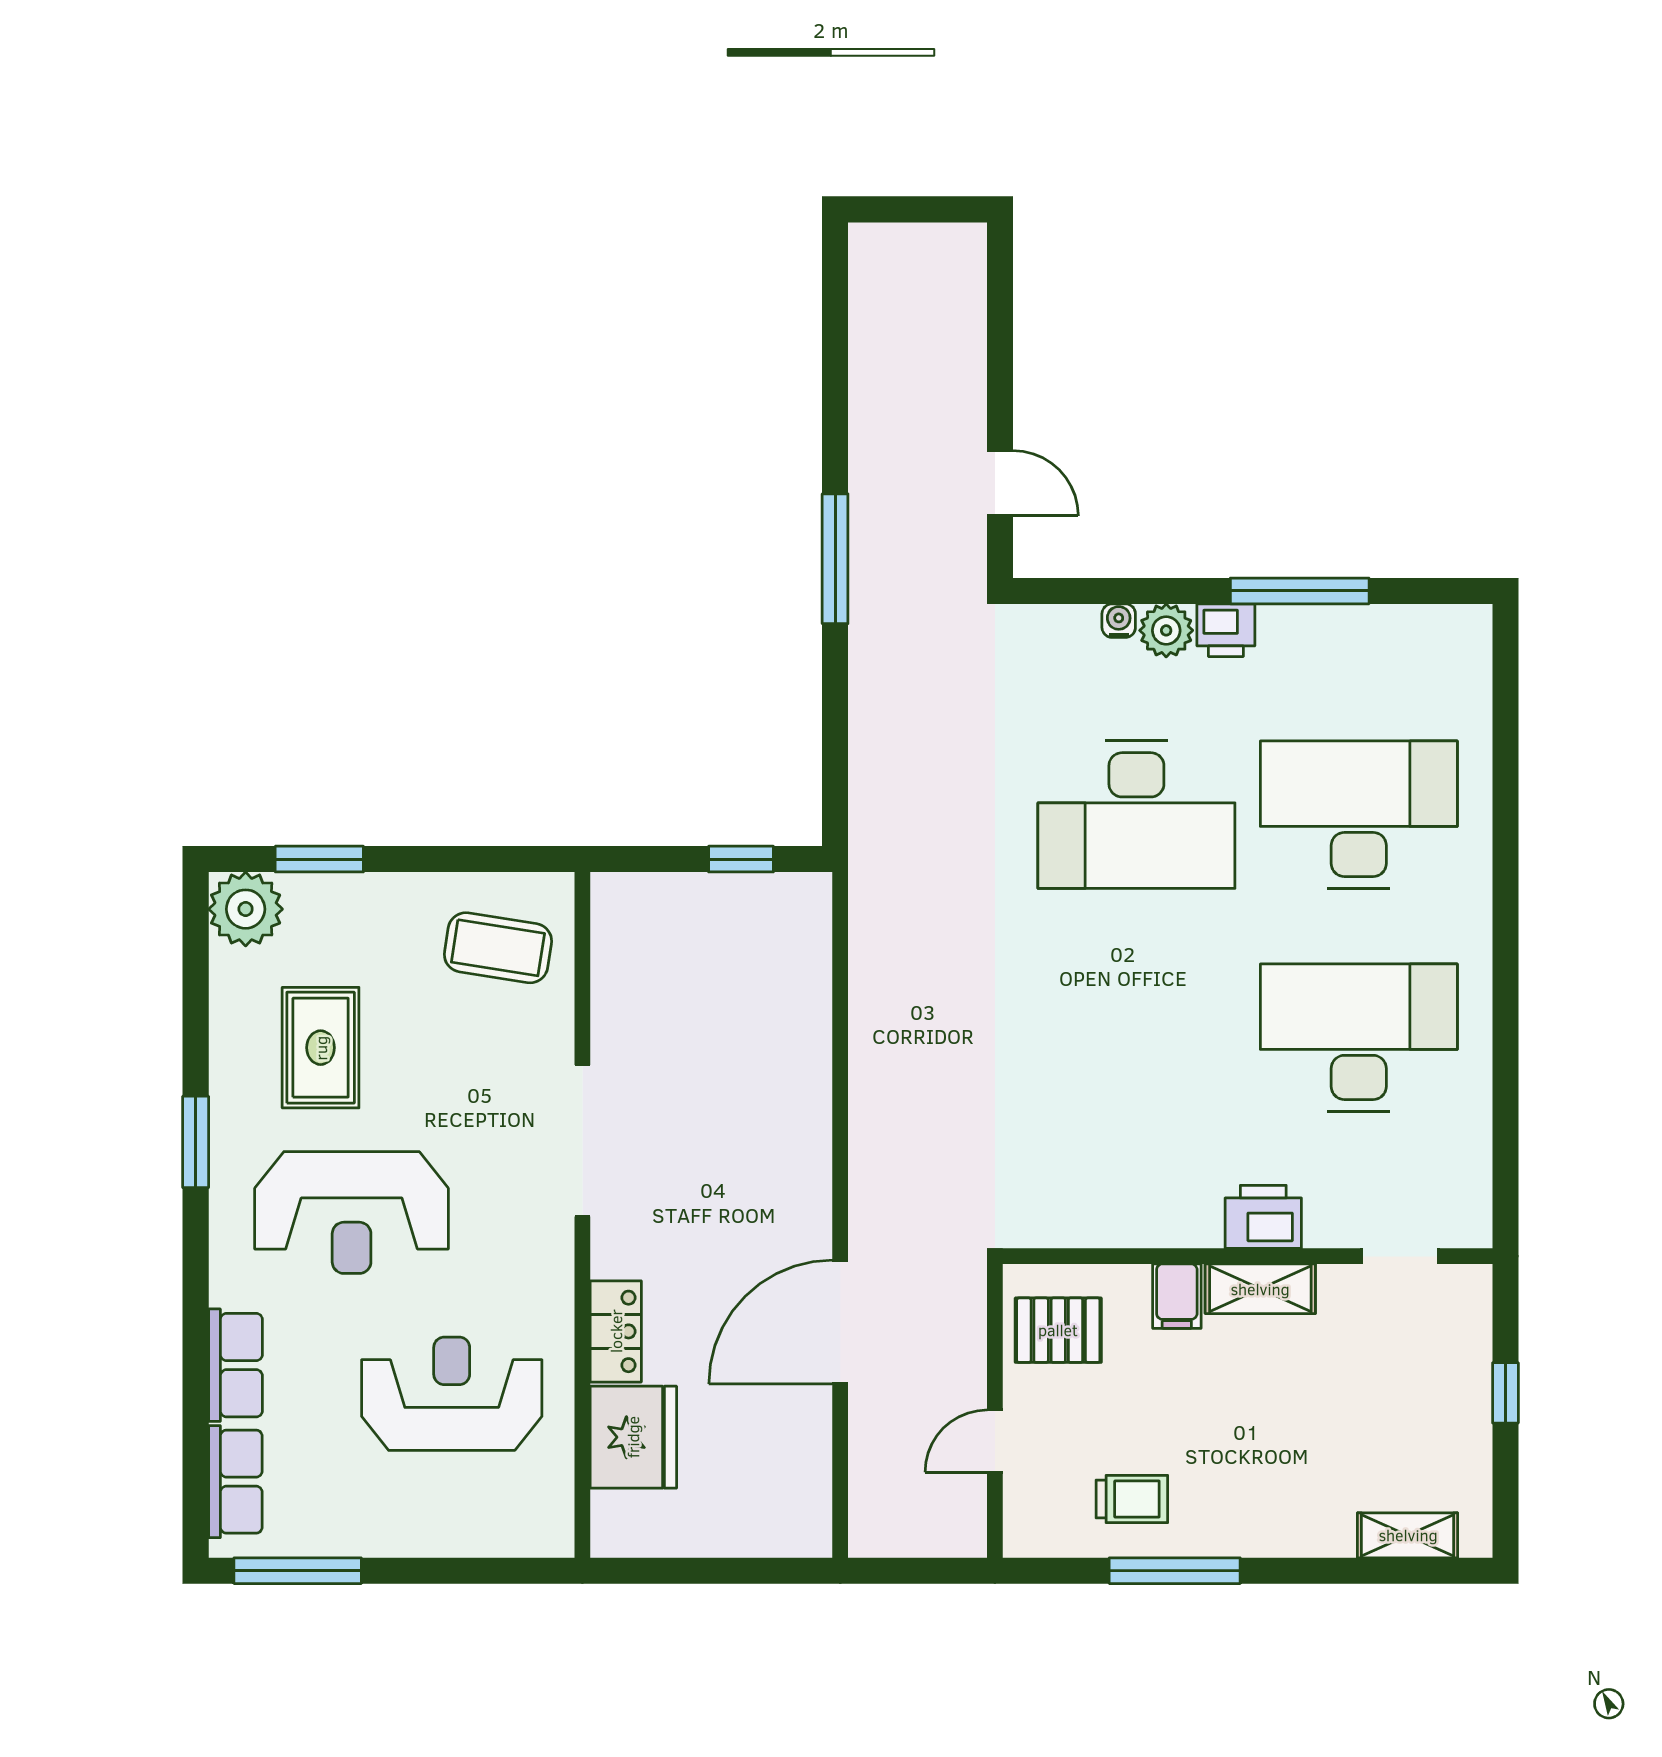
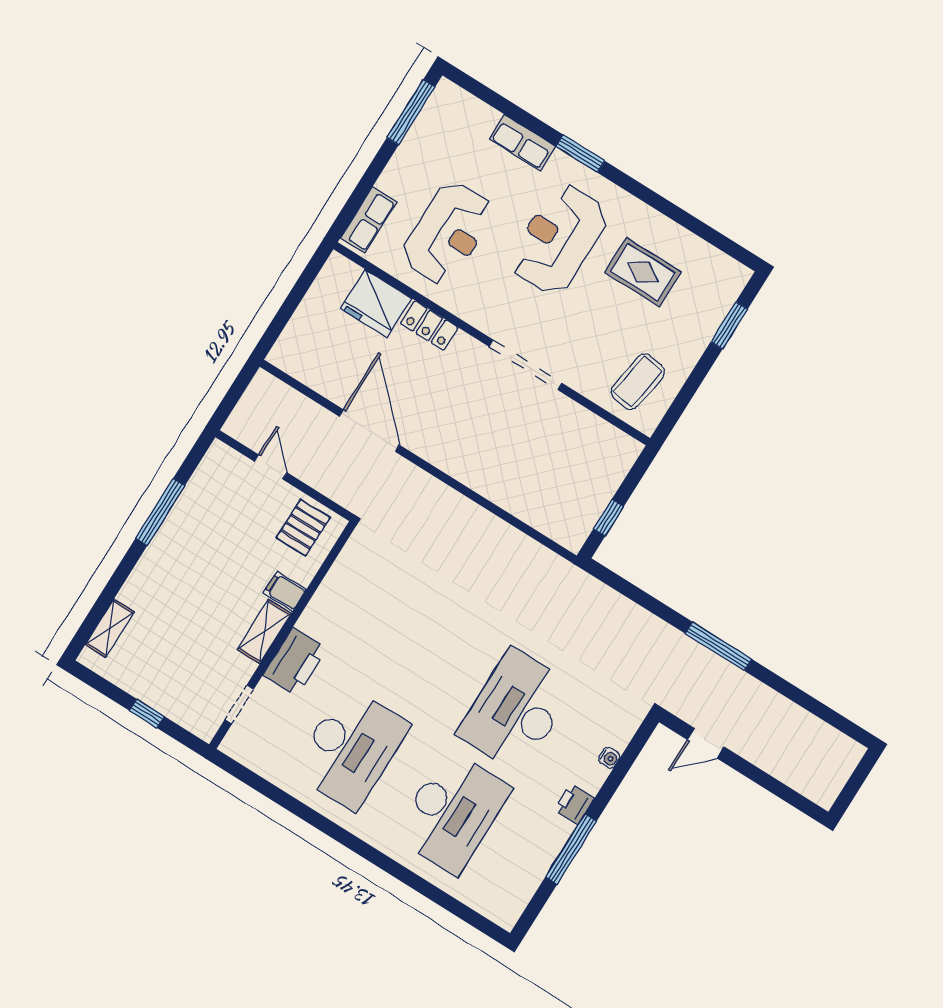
plant: (1166, 630) -> (591, 777), removed
plant: (246, 909) -> (727, 278), removed
window: (196, 1142) -> (580, 154), moved
printer: (1263, 1217) -> (295, 662), width x1.37, depth x1.19
row of seats: (235, 1482) -> (369, 220), moved, turned -90
trolley: (1132, 1499) -> (205, 513), removed

